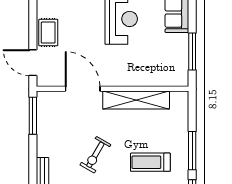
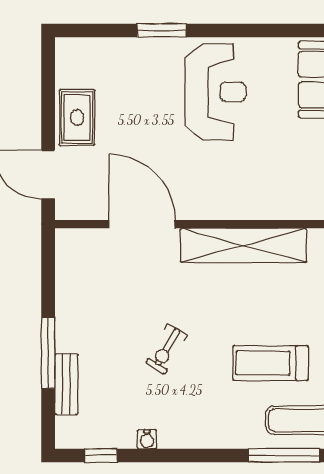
window: (33, 116) -> (48, 353), moved
exercise bike: (95, 155) -> (166, 349), width x0.73, depth x0.72

